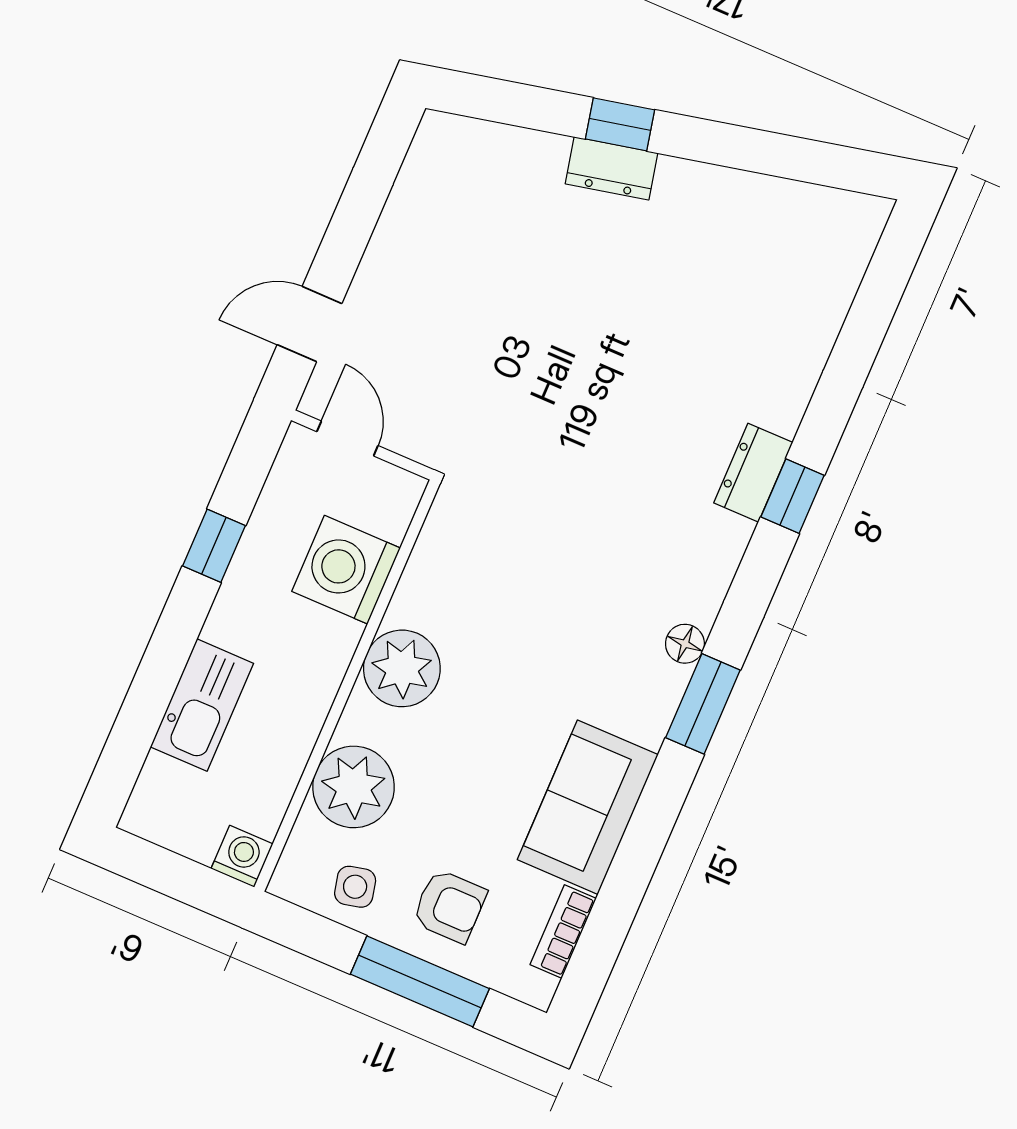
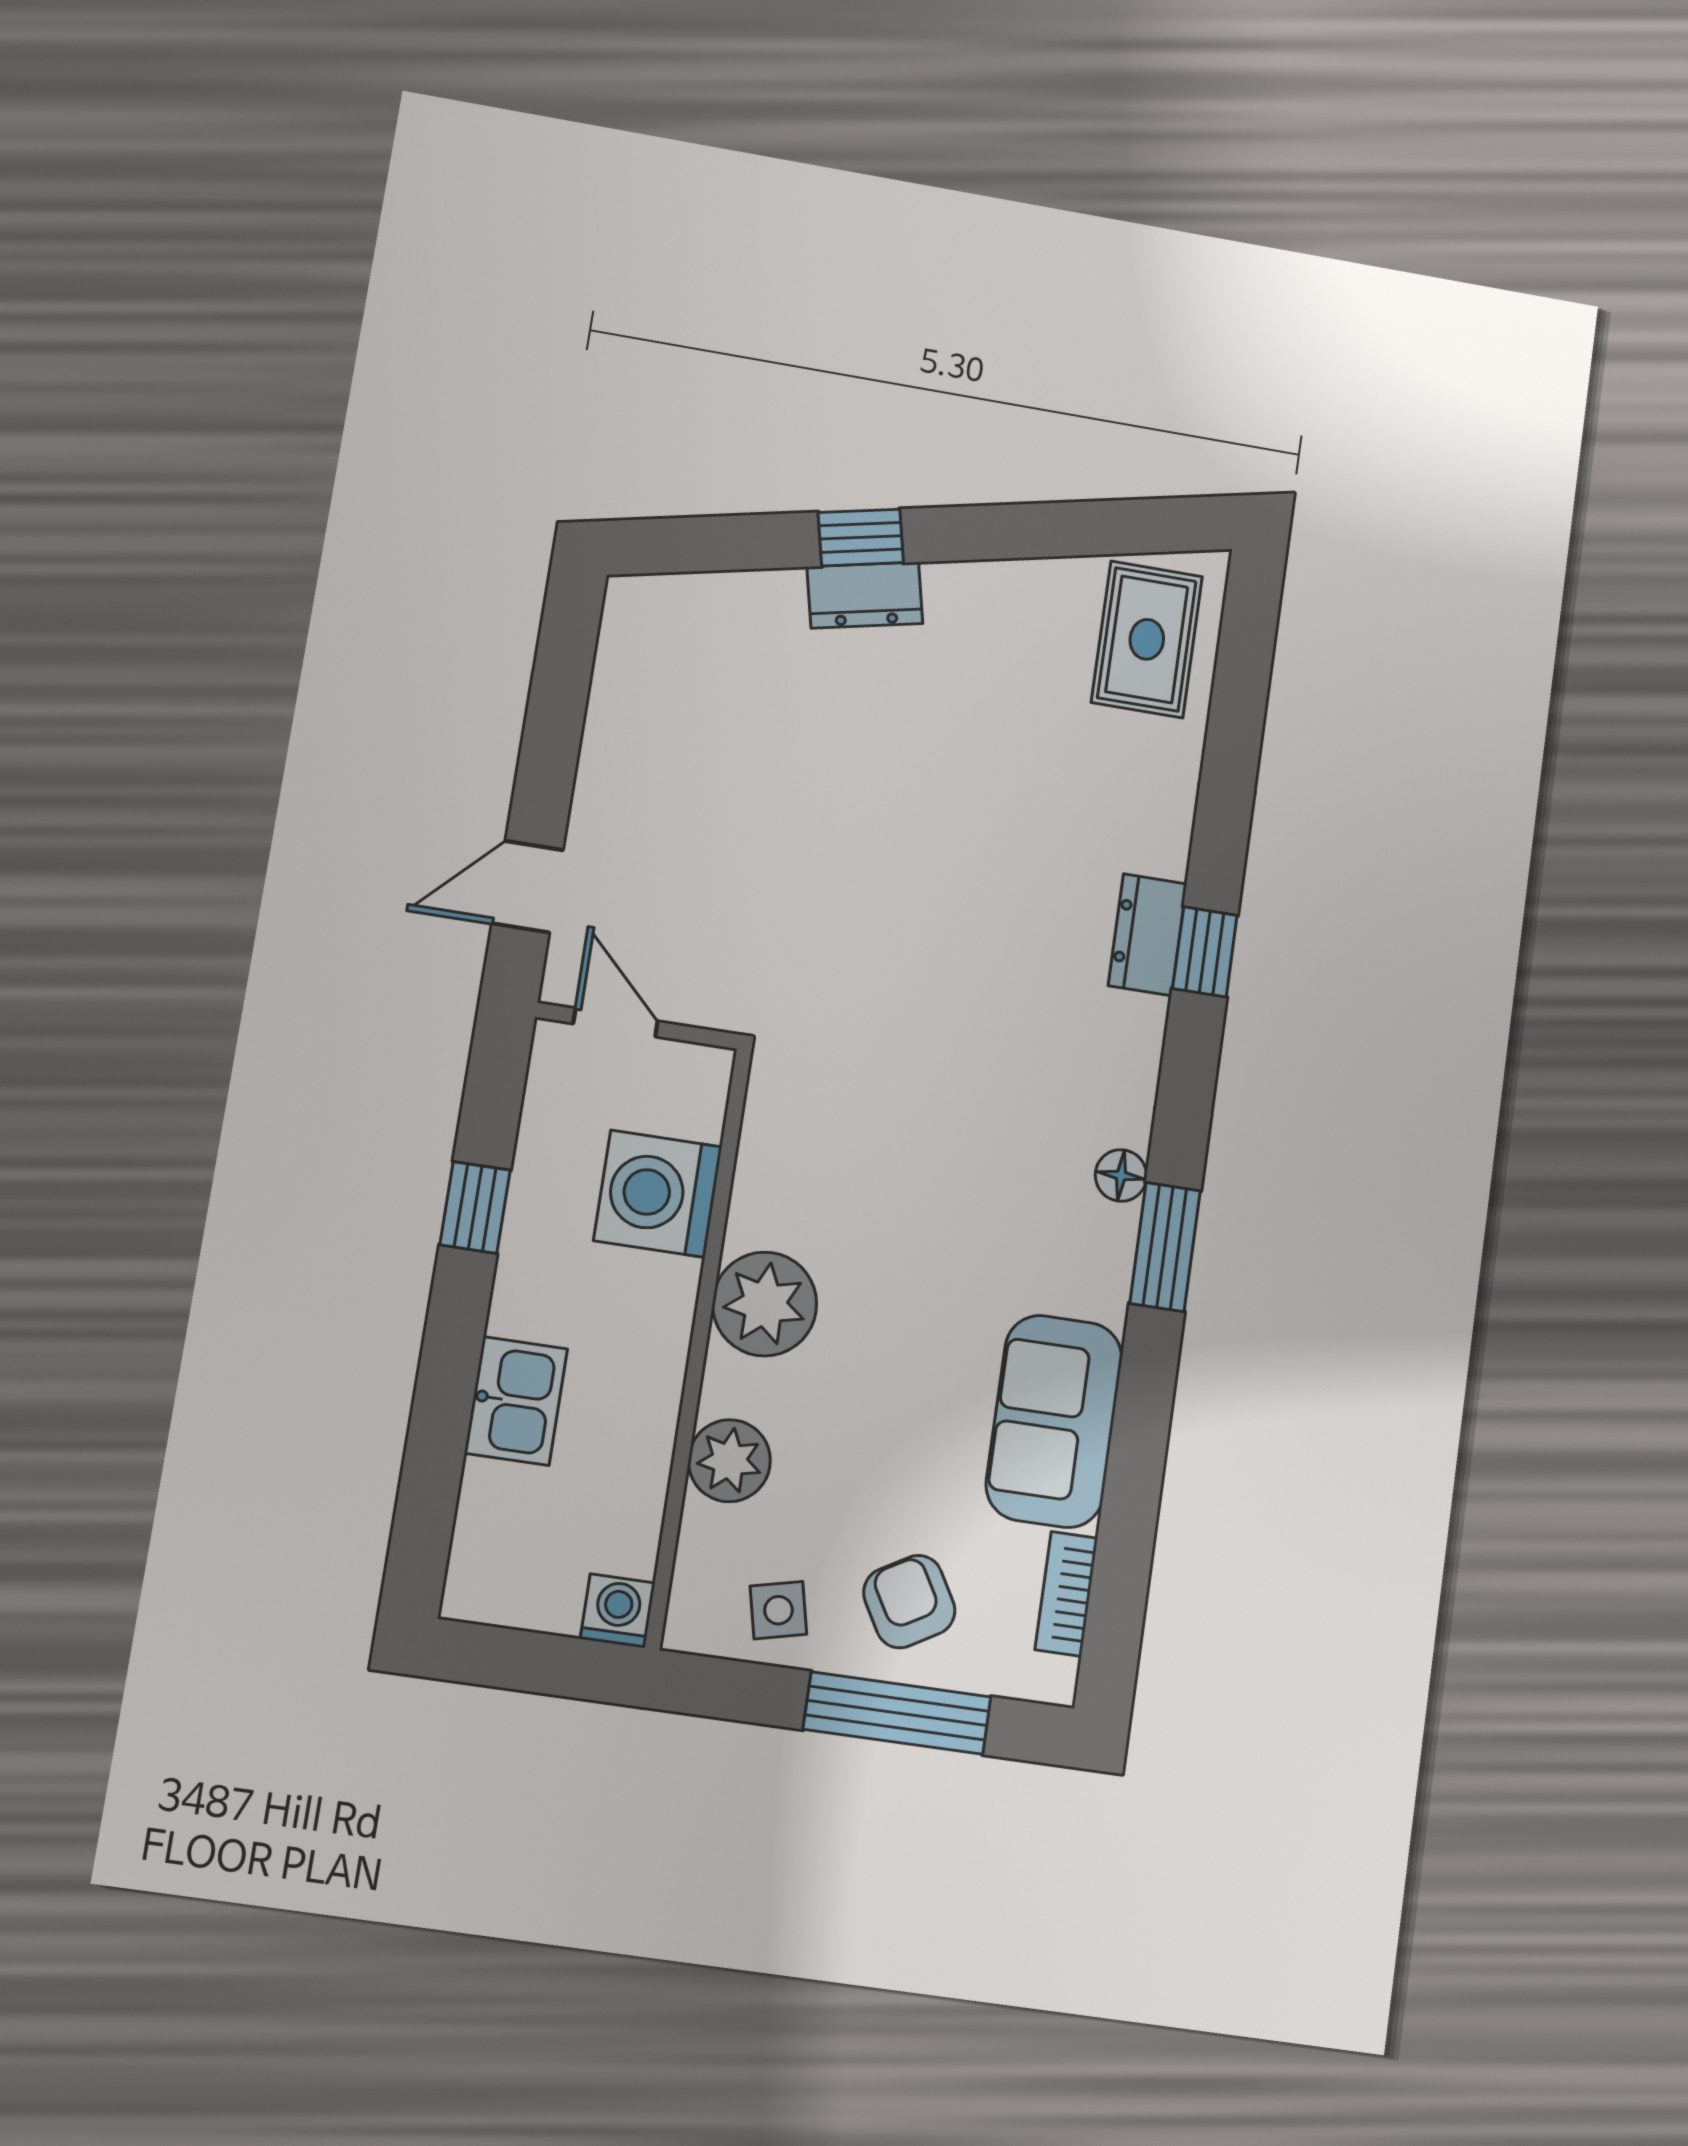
rug: (814, 252) -> (1147, 639), added
kitchen sink: (202, 705) -> (516, 1401), width x0.73
plant: (354, 787) -> (729, 1461), width x0.73, depth x0.73
armchair: (449, 906) -> (909, 1602), turned -120

